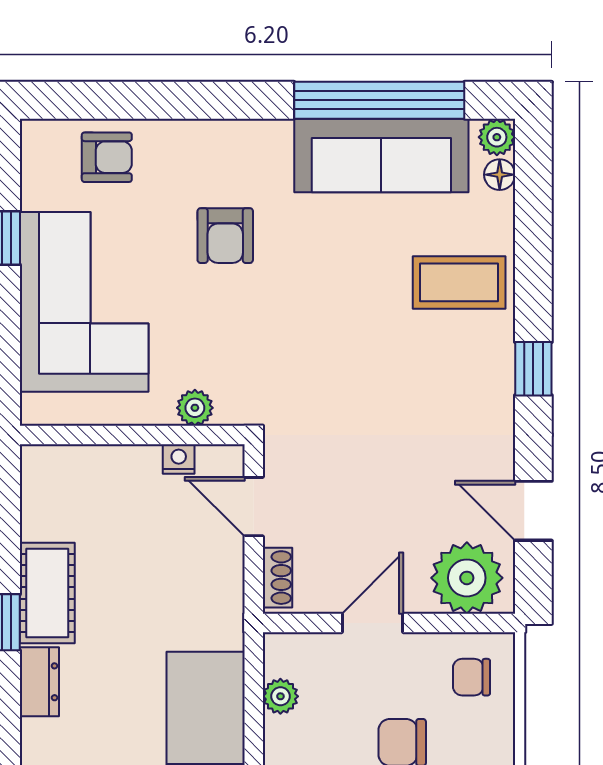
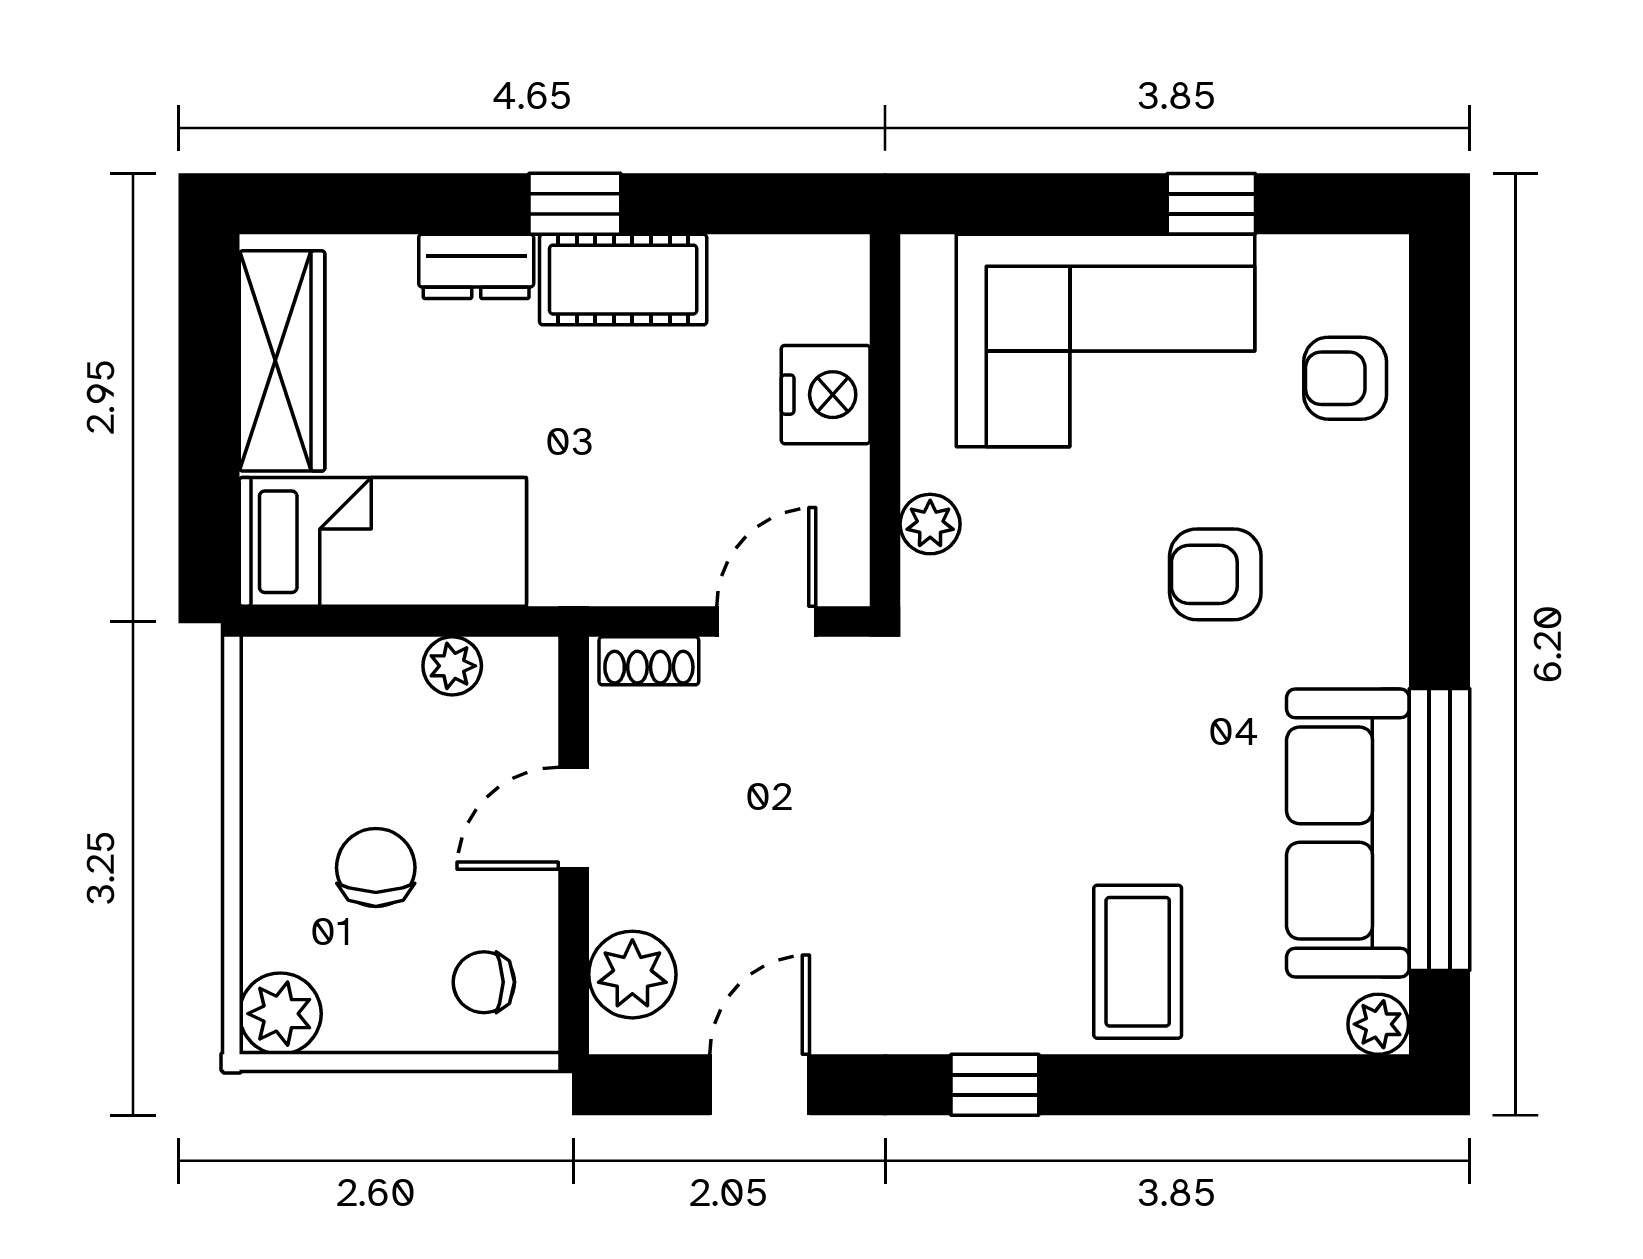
armchair: (107, 157) -> (1345, 378), turned 90
floor lamp: (500, 175) -> (1316, 1029), removed
nightstand: (179, 459) -> (826, 395), moved, width x1.89, depth x1.79
plant: (467, 578) -> (632, 975), width x0.73, depth x0.73
door: (372, 623) -> (574, 818), swing flipped
chair: (471, 677) -> (484, 982), turned -90

